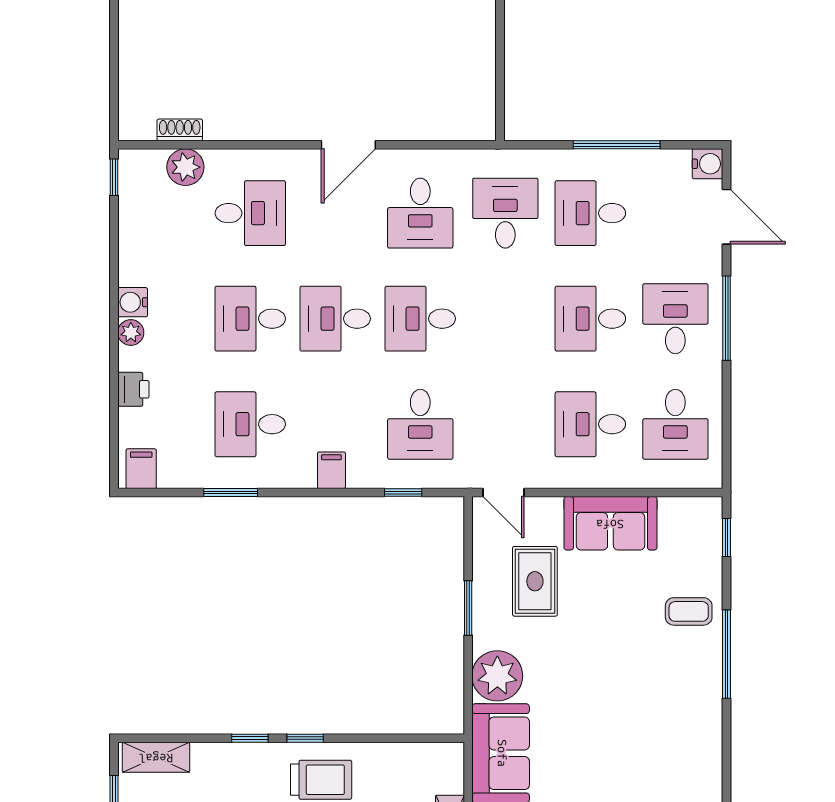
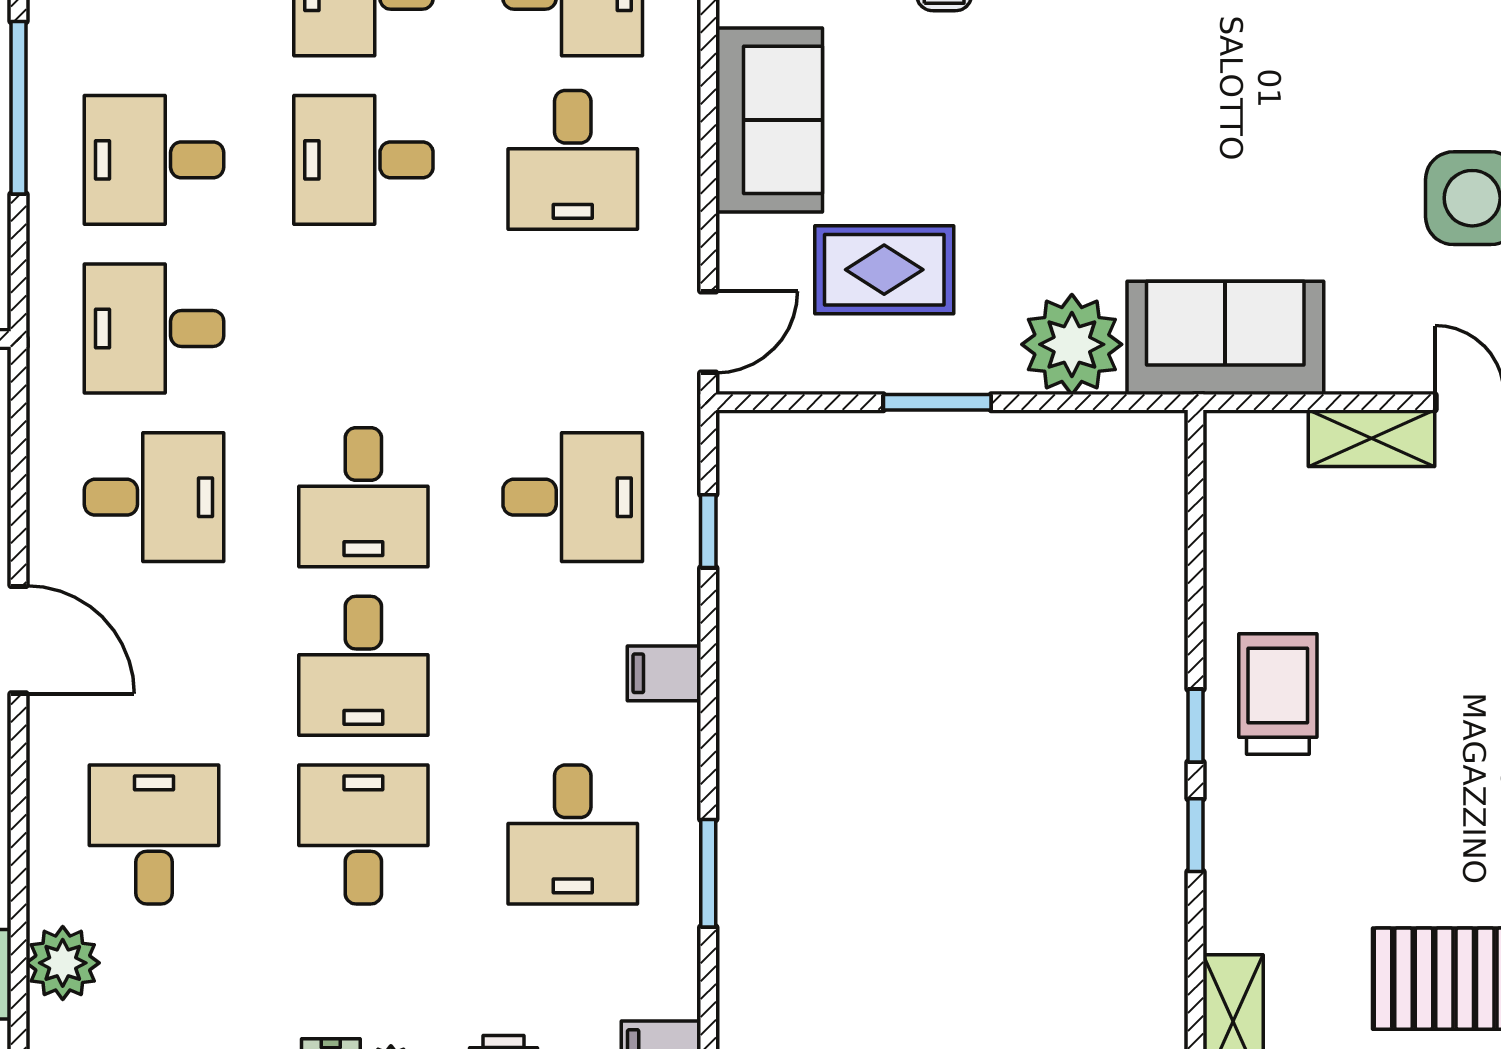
desk: (590, 213) -> (154, 160), turned 90
desk: (250, 319) -> (363, 834), turned 180
desk: (590, 319) -> (363, 160), turned 90

